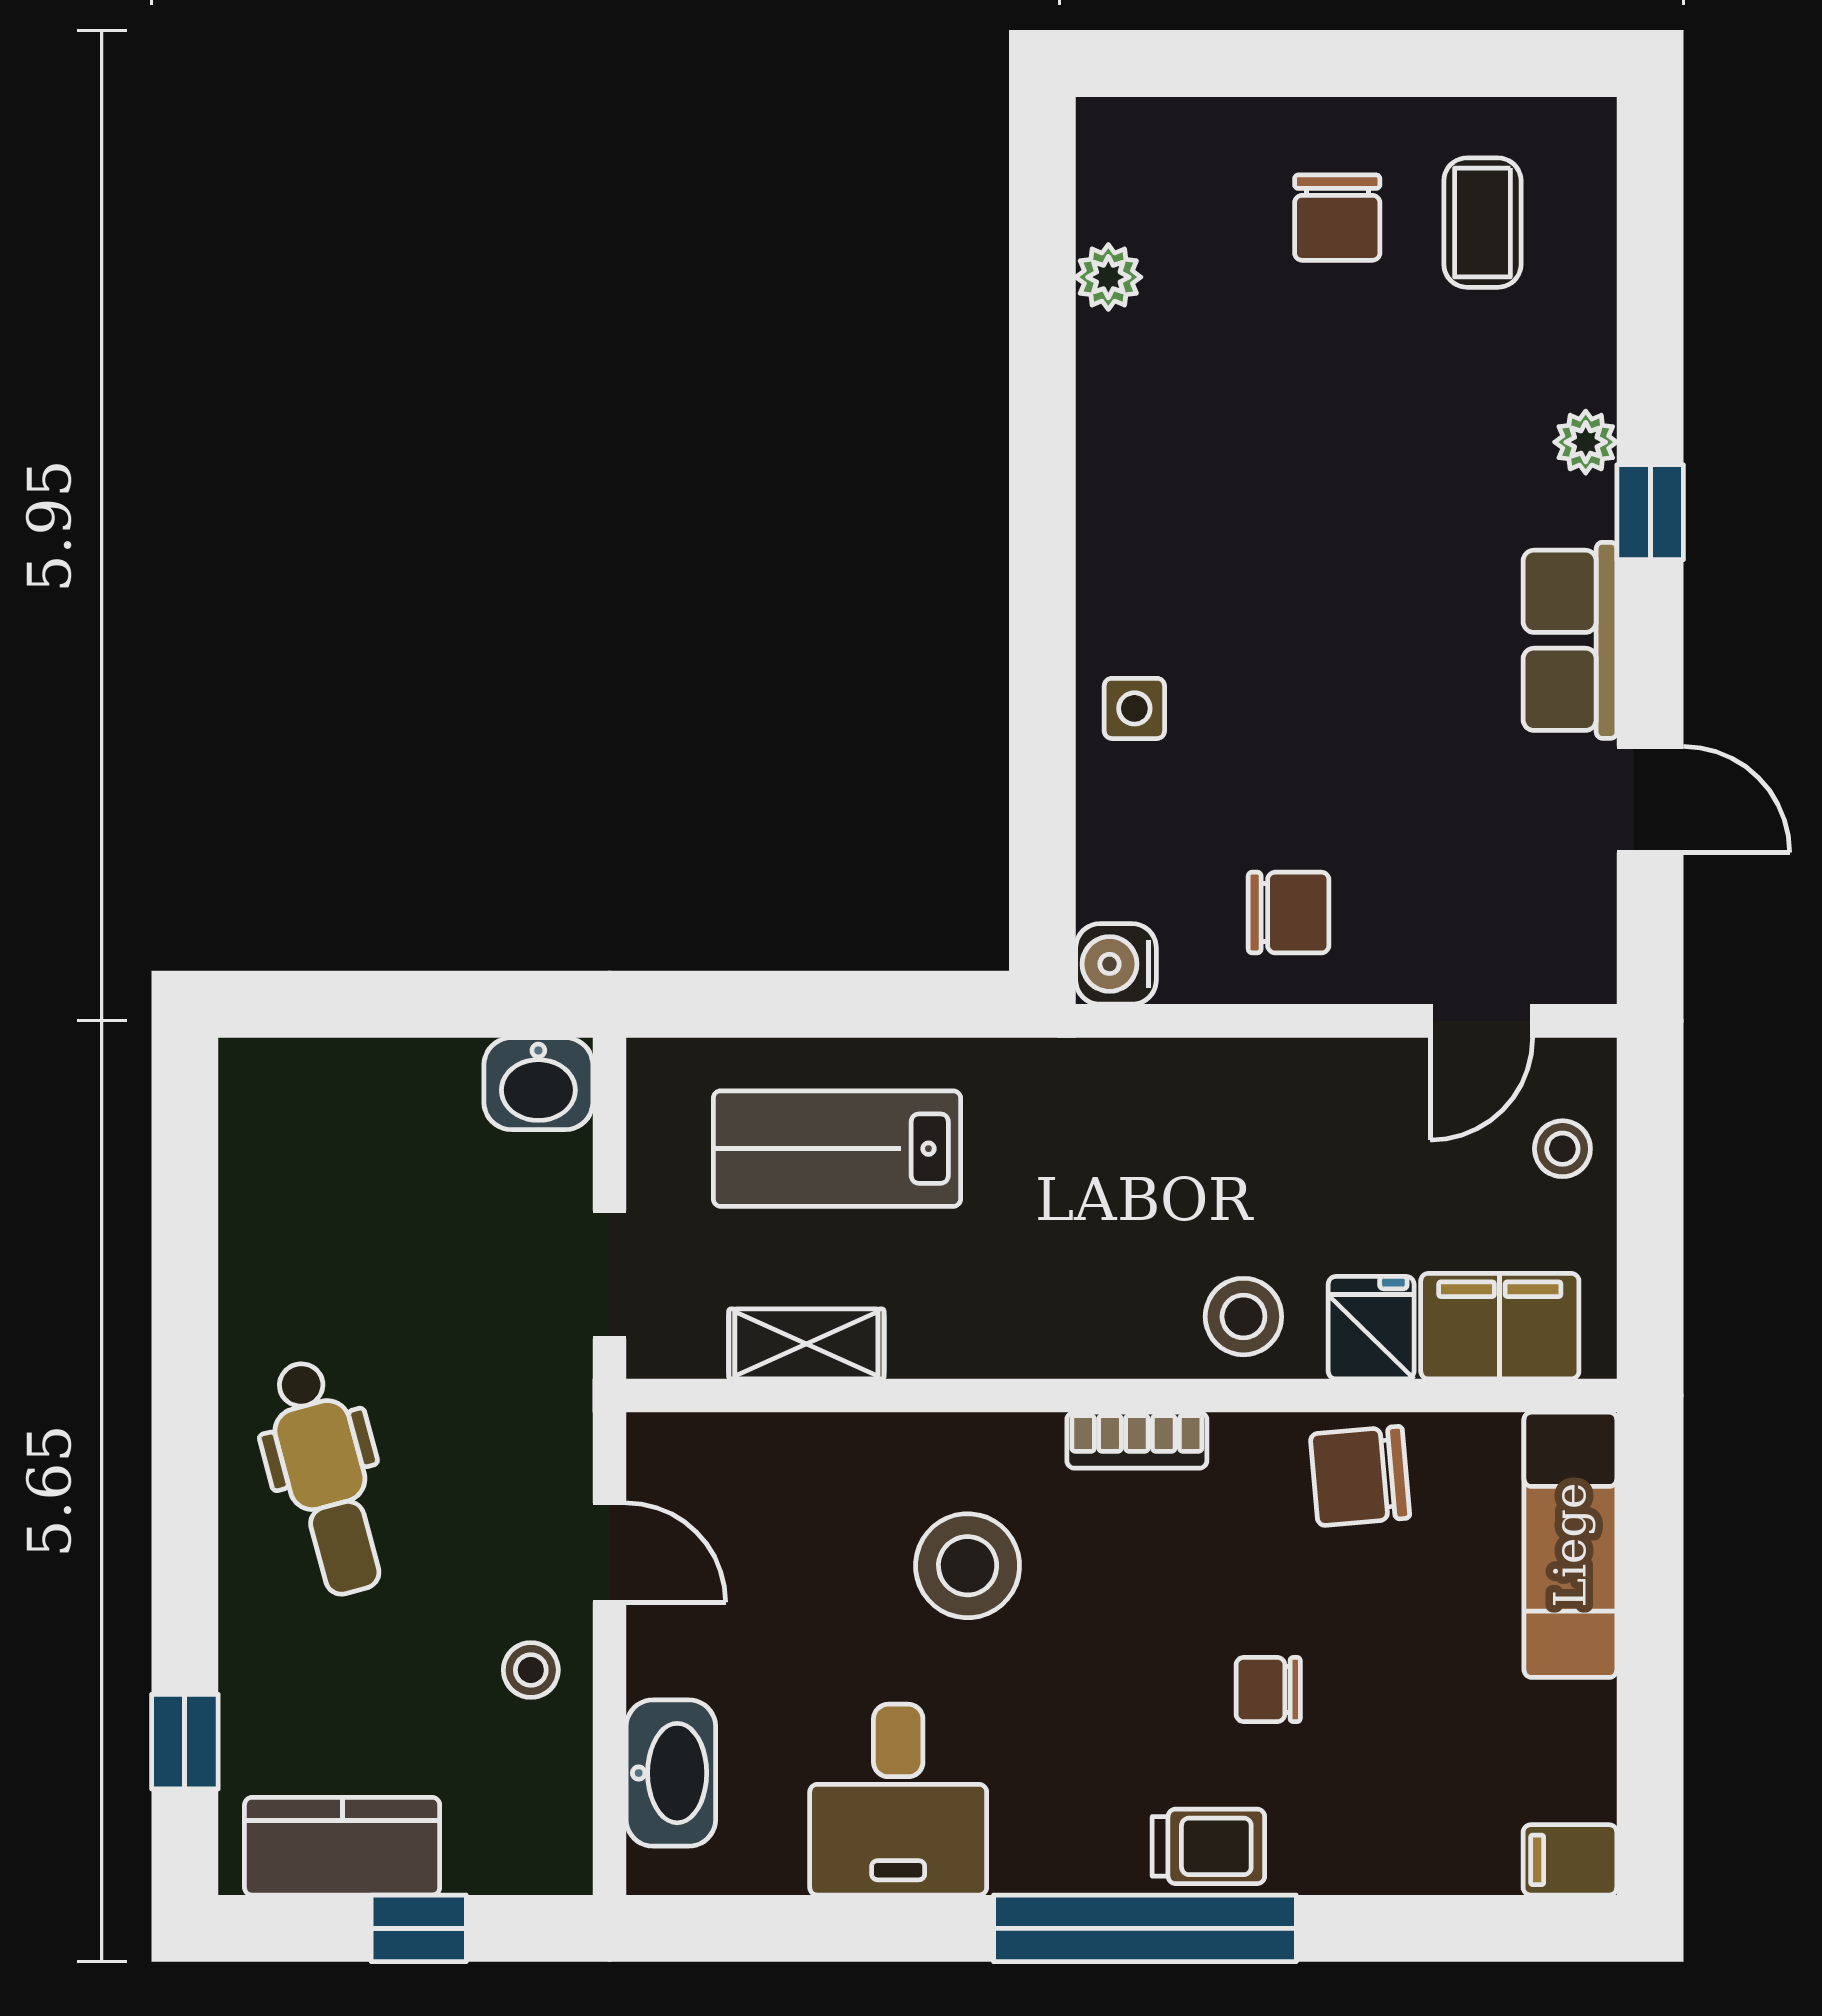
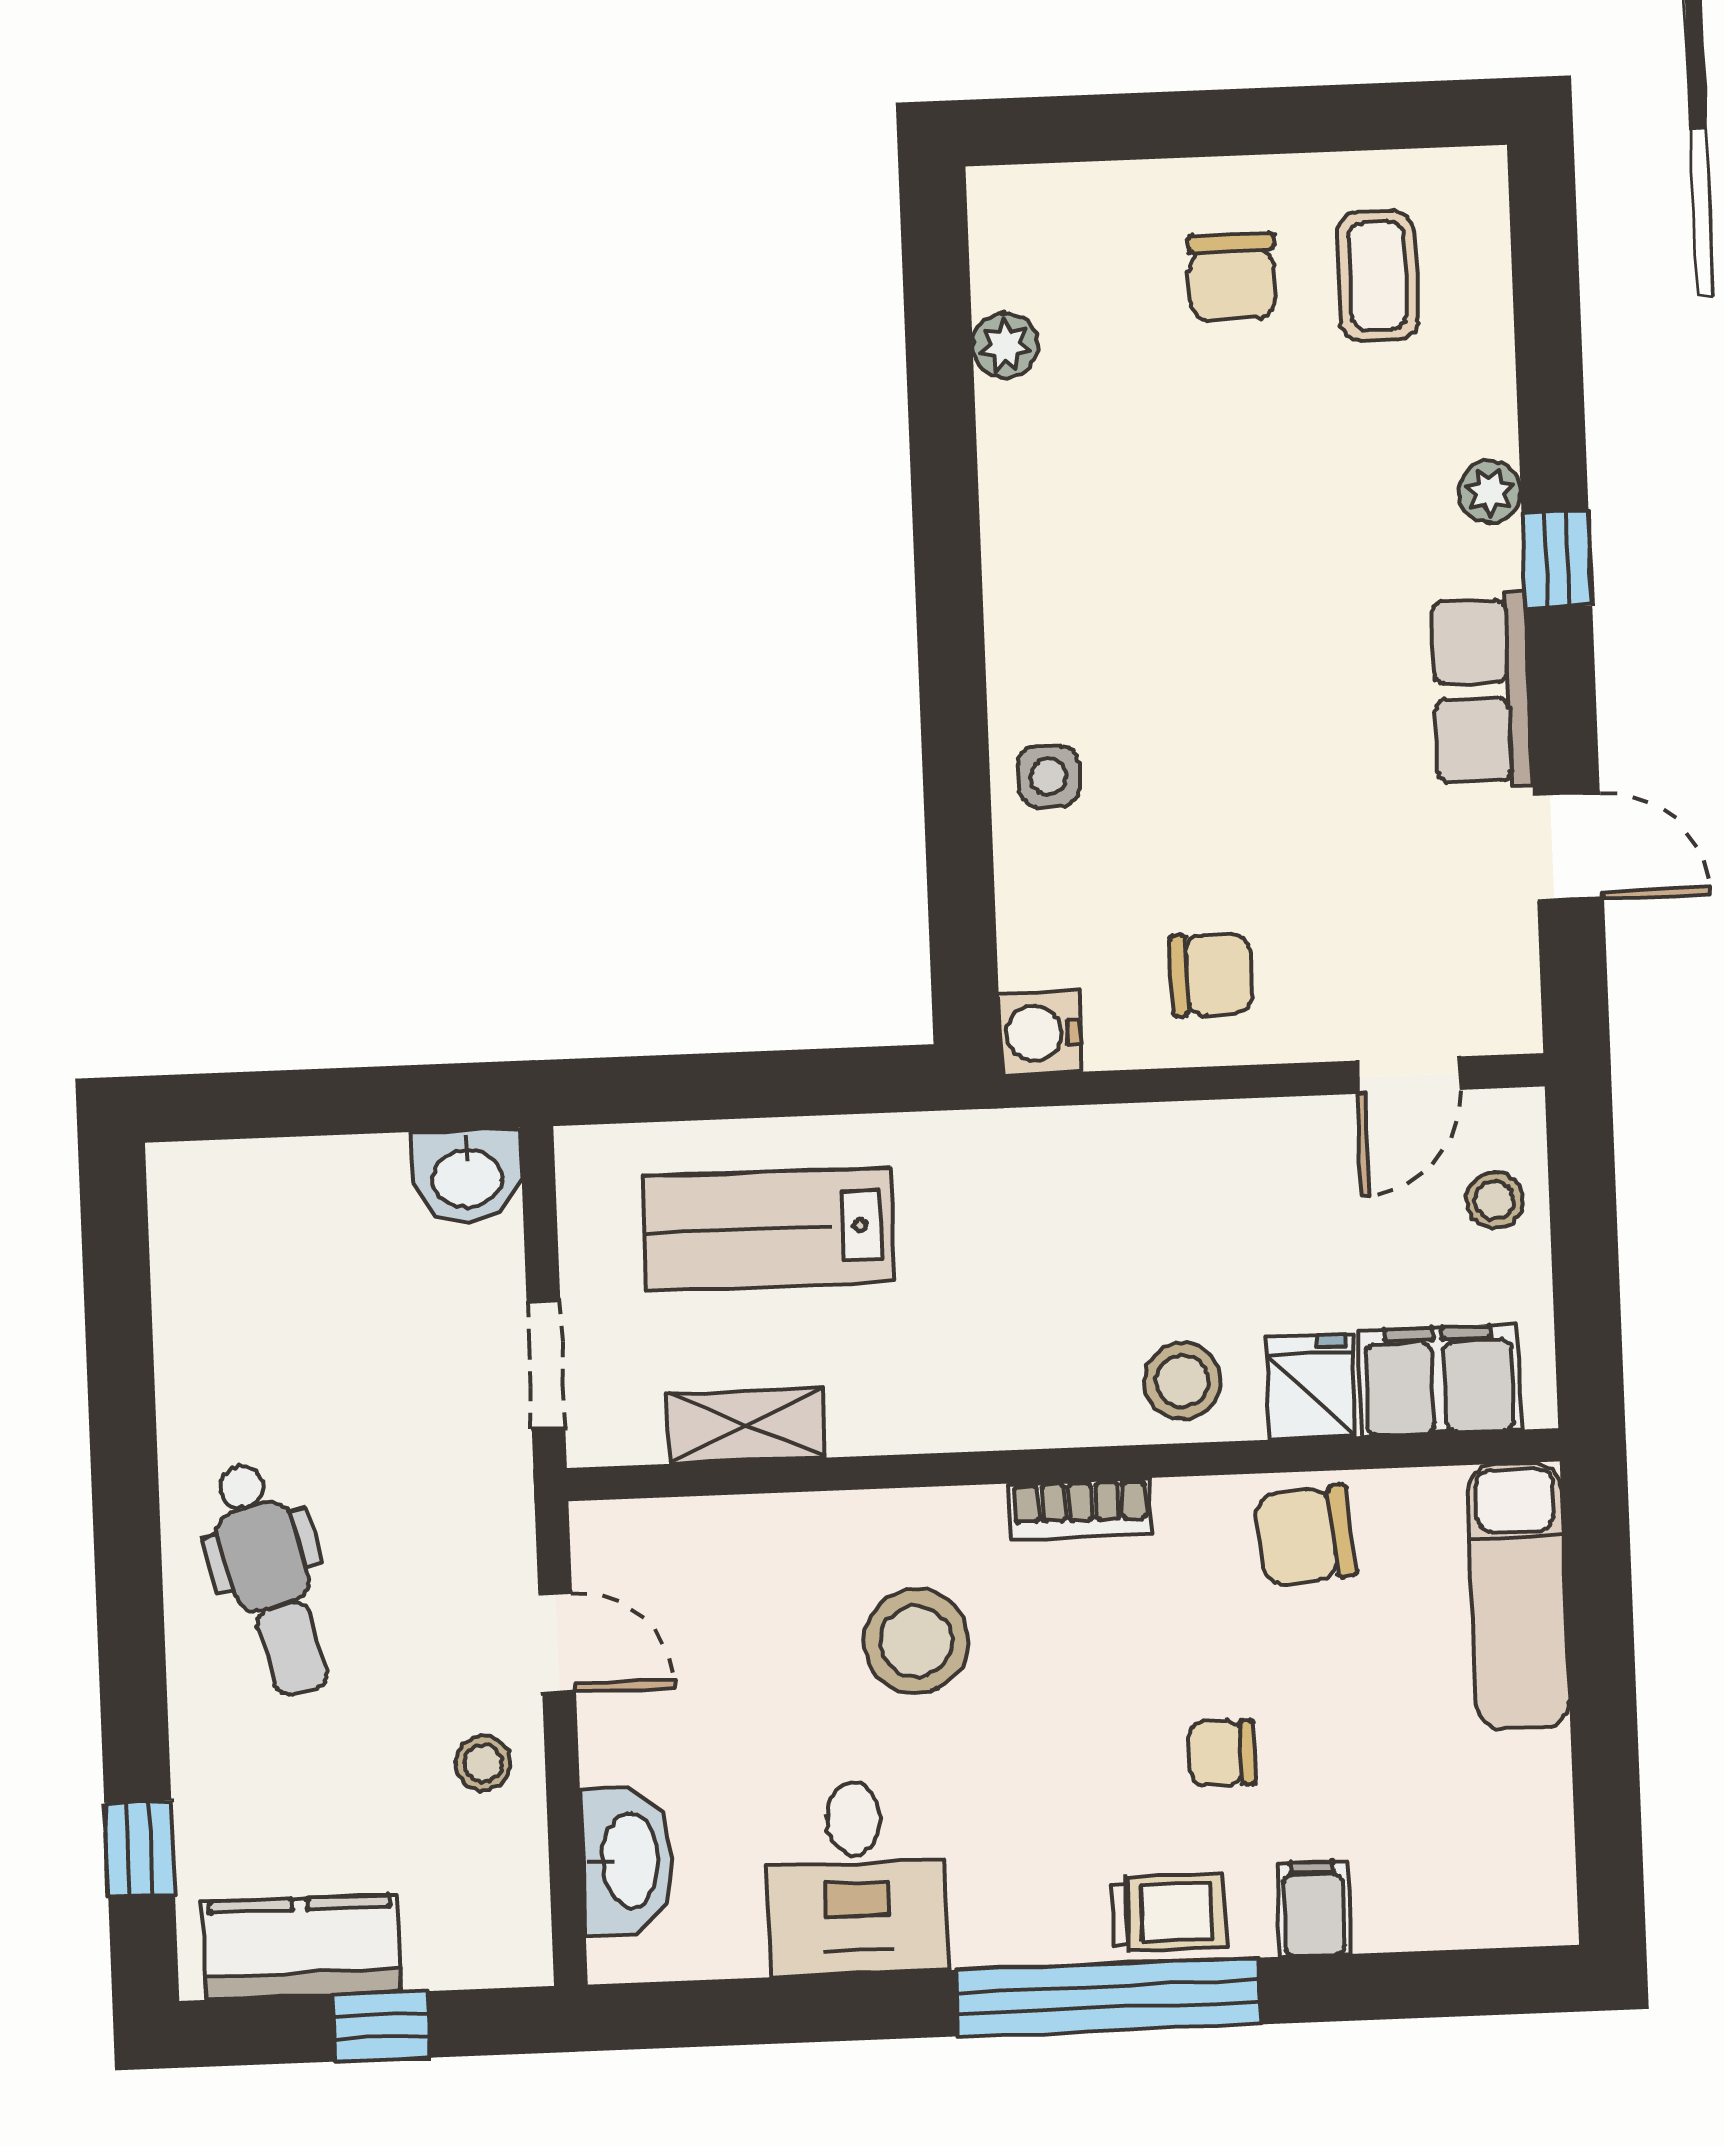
filing cabinet: (1570, 1860) -> (1314, 1908), moved, turned 90

